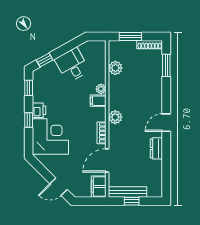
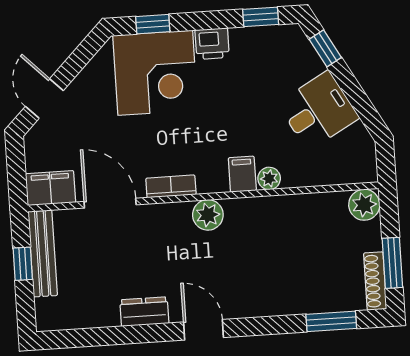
window: (130, 36) -> (392, 263), moved
plant: (115, 68) -> (364, 205), moved
window: (29, 120) -> (153, 24), moved

